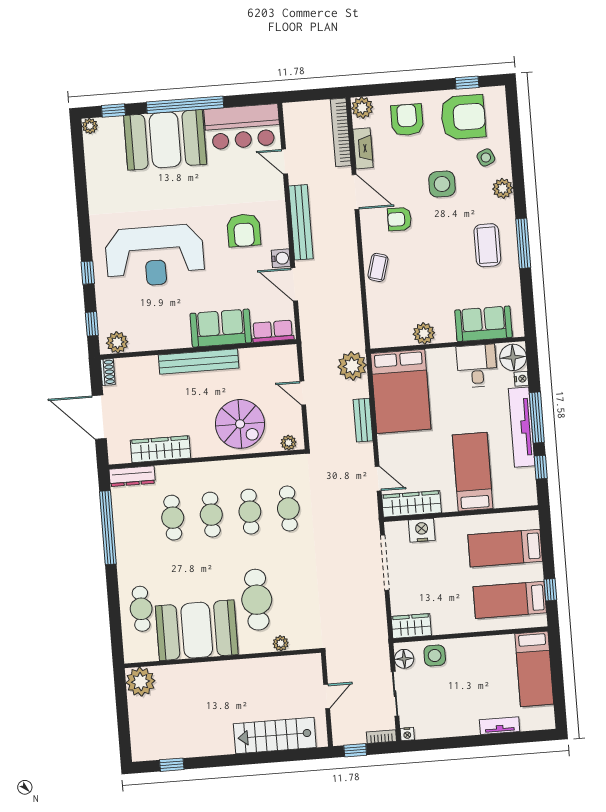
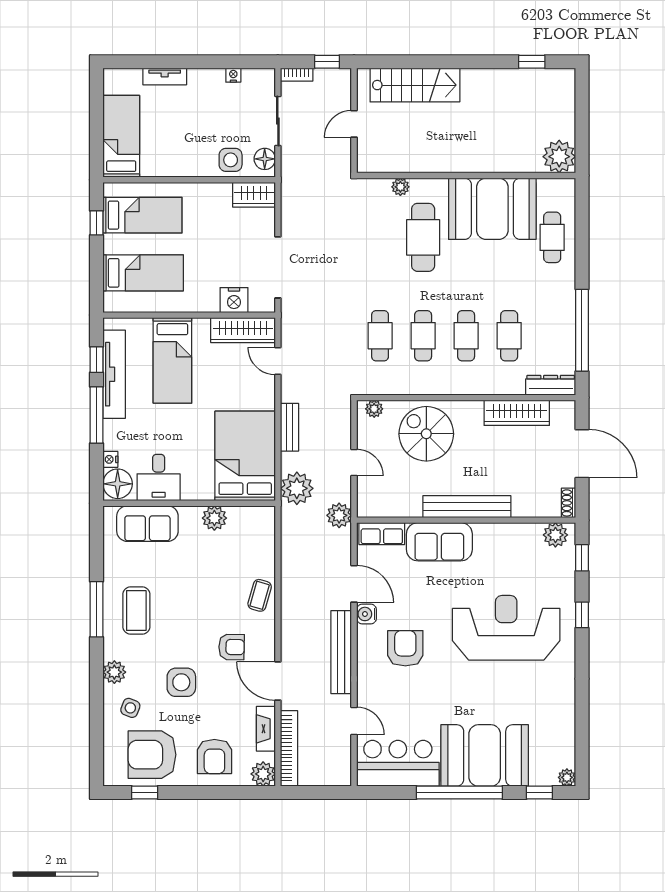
side table: (486, 157) -> (130, 708), turned 45
plant: (312, 345) -> (339, 515), added
tv unit: (522, 427) -> (114, 374), moved
nightstand: (407, 734) -> (233, 75), moved

